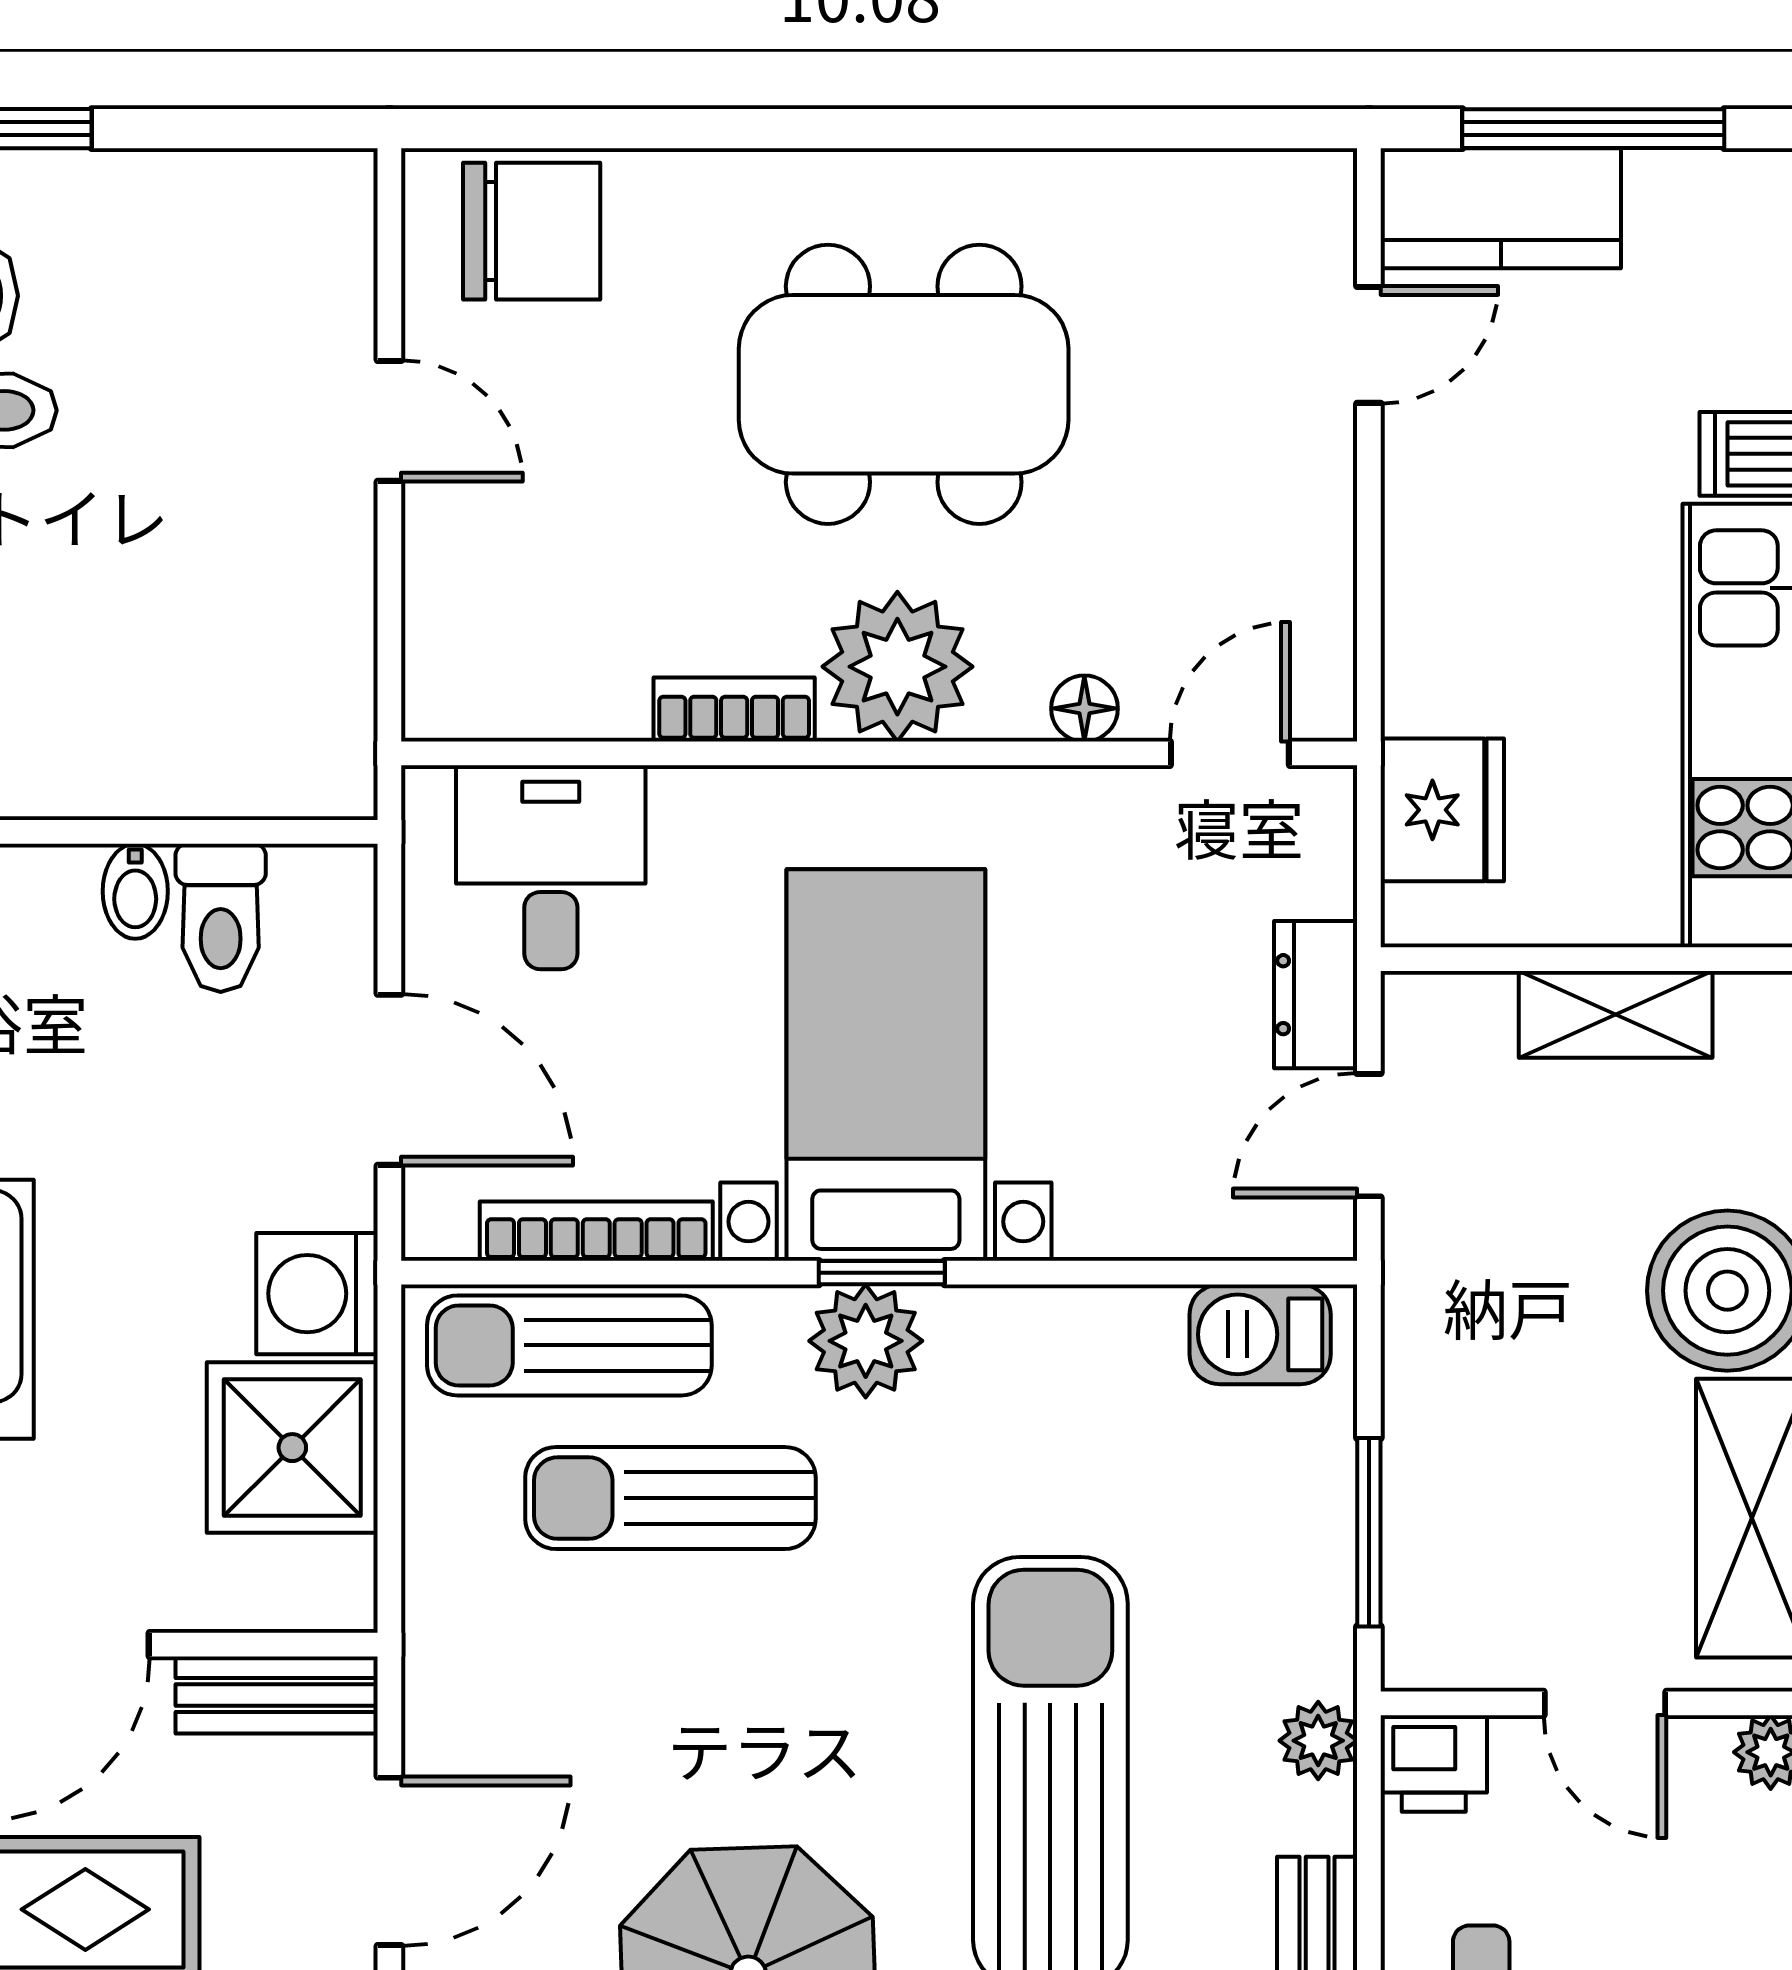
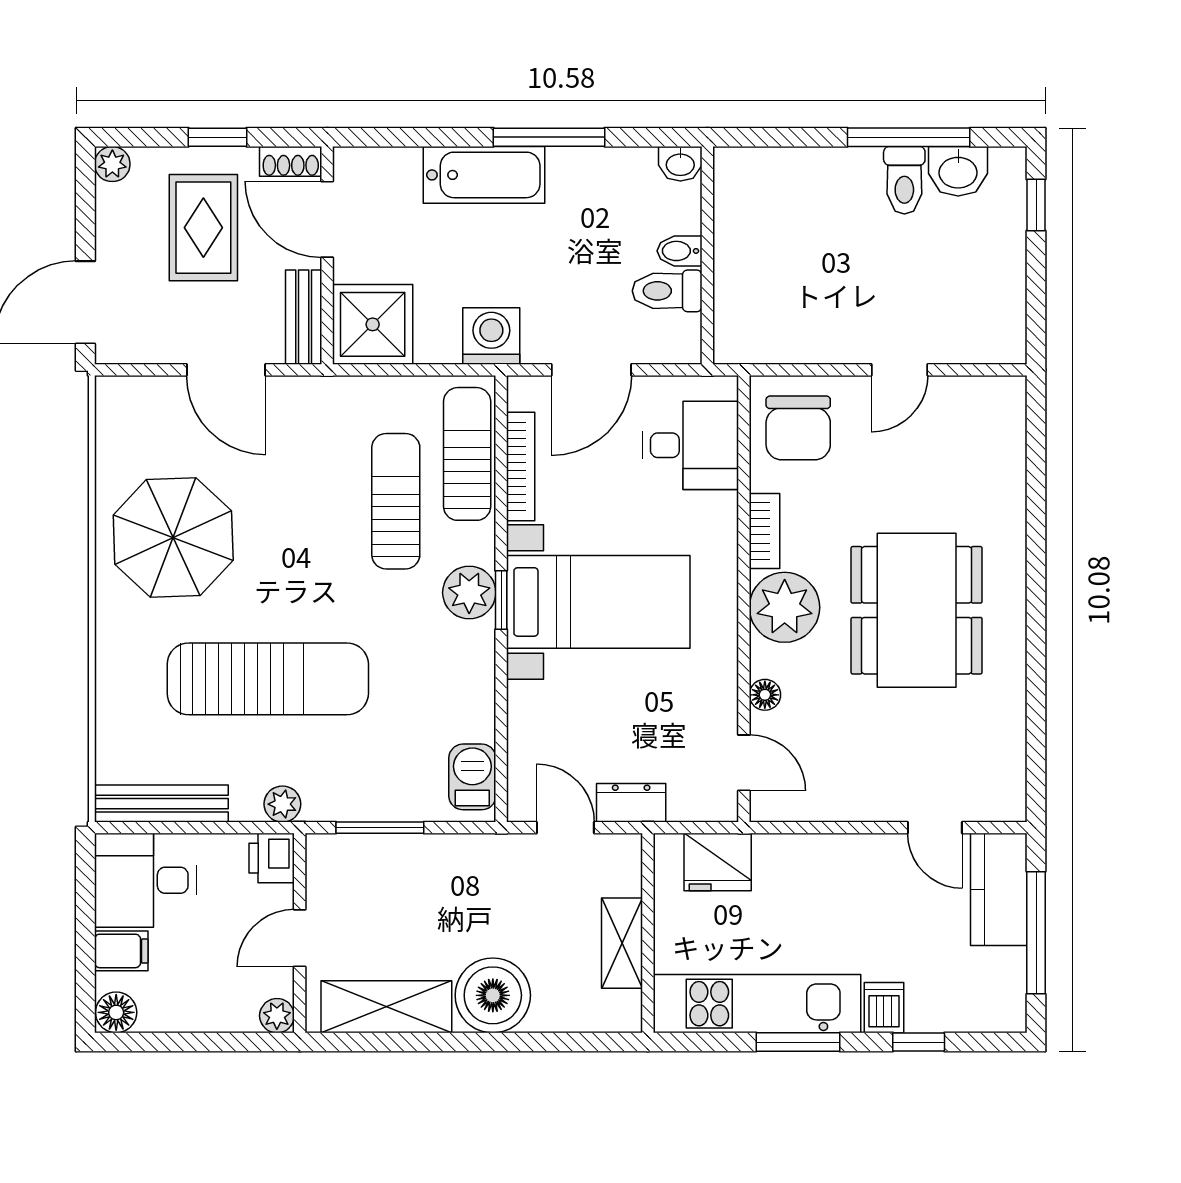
chair: (532, 231) -> (798, 428), moved
shower: (292, 1448) -> (373, 324), moved

